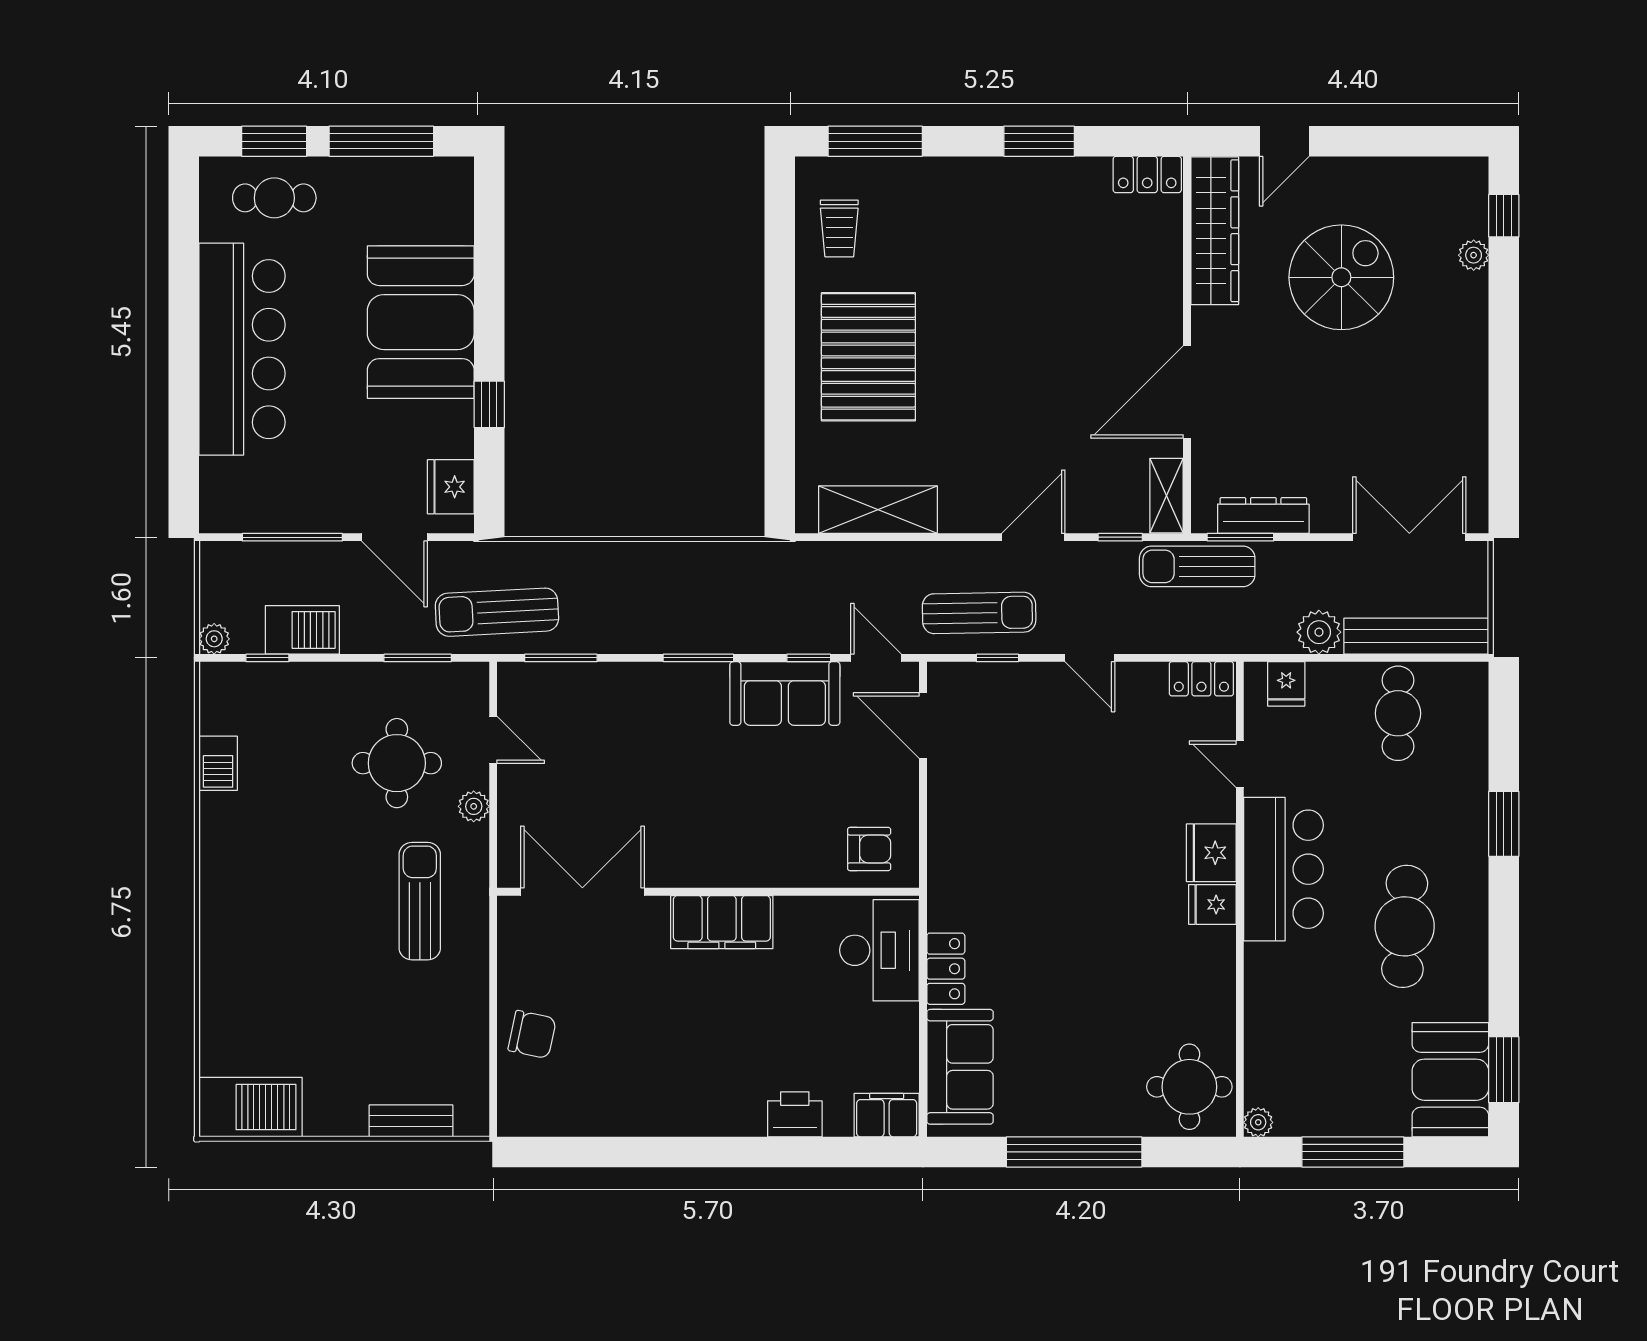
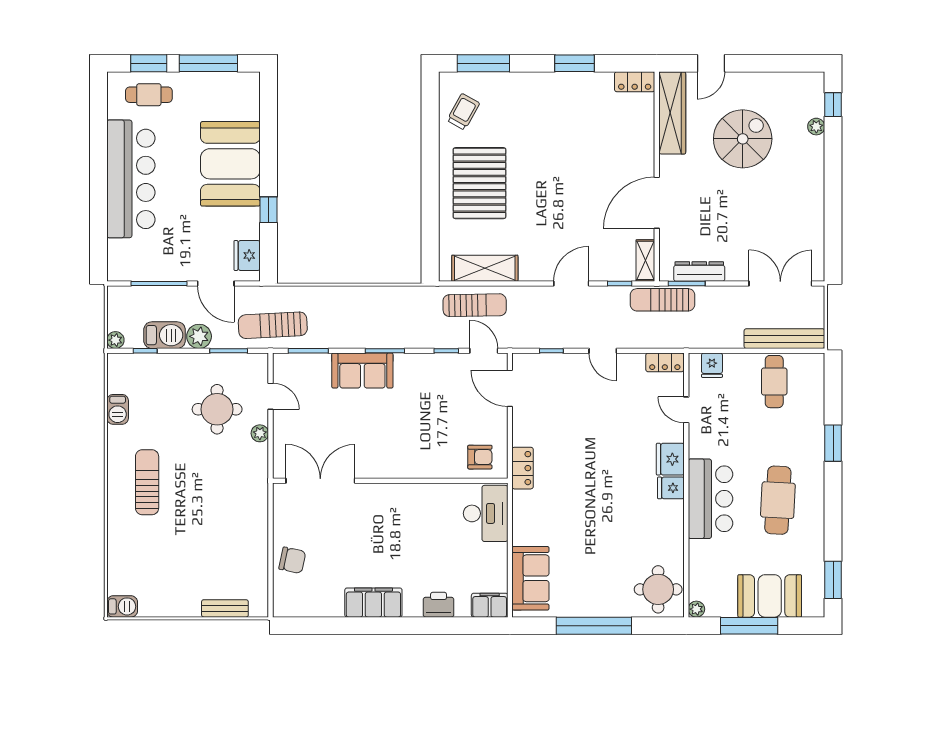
trolley: (839, 228) -> (463, 112), turned -151
sun lounger: (979, 613) -> (475, 305), moved
plant: (1319, 632) -> (199, 336), moved
sofa: (785, 693) -> (362, 371), moved
bar counter: (1283, 869) -> (710, 499), moved
sun lounger: (420, 901) -> (147, 482), moved
filing cabinet: (722, 922) -> (373, 603), moved, turned 180
locker: (946, 969) -> (523, 468), moved
booth: (1450, 1080) -> (770, 596), moved, turned 90
barbecue: (250, 1107) -> (122, 606), width x0.53, depth x0.65

